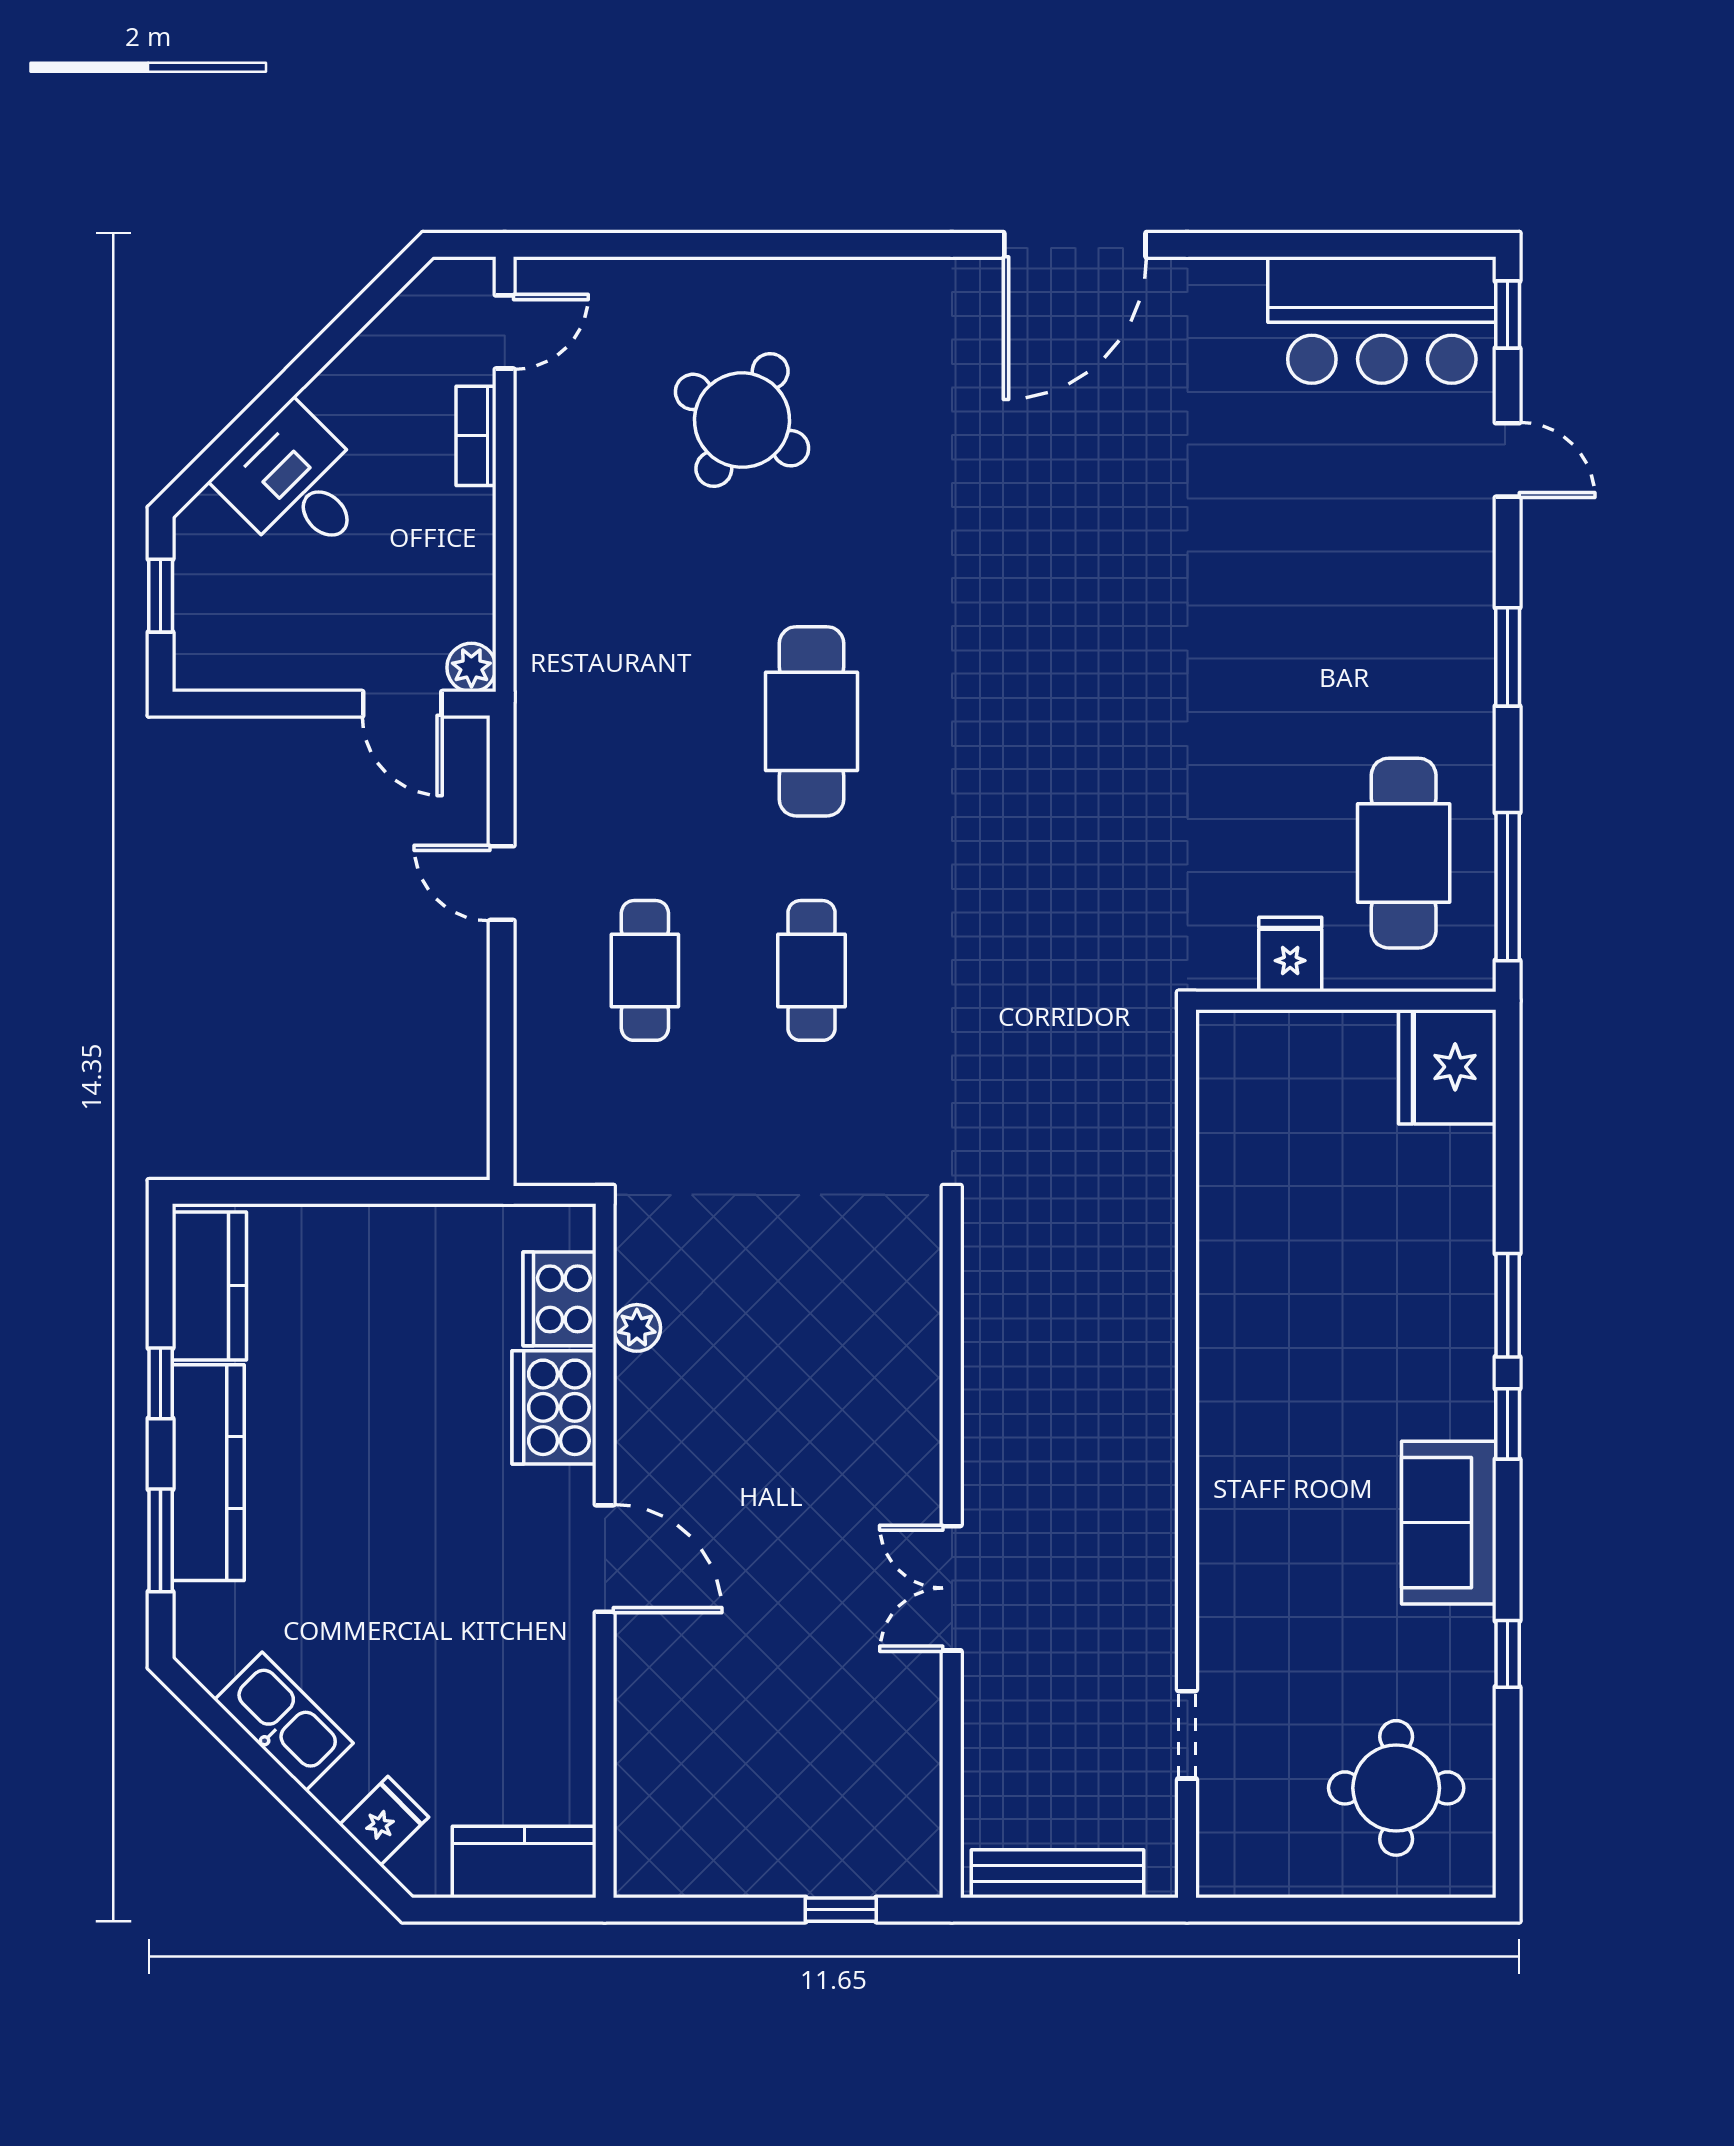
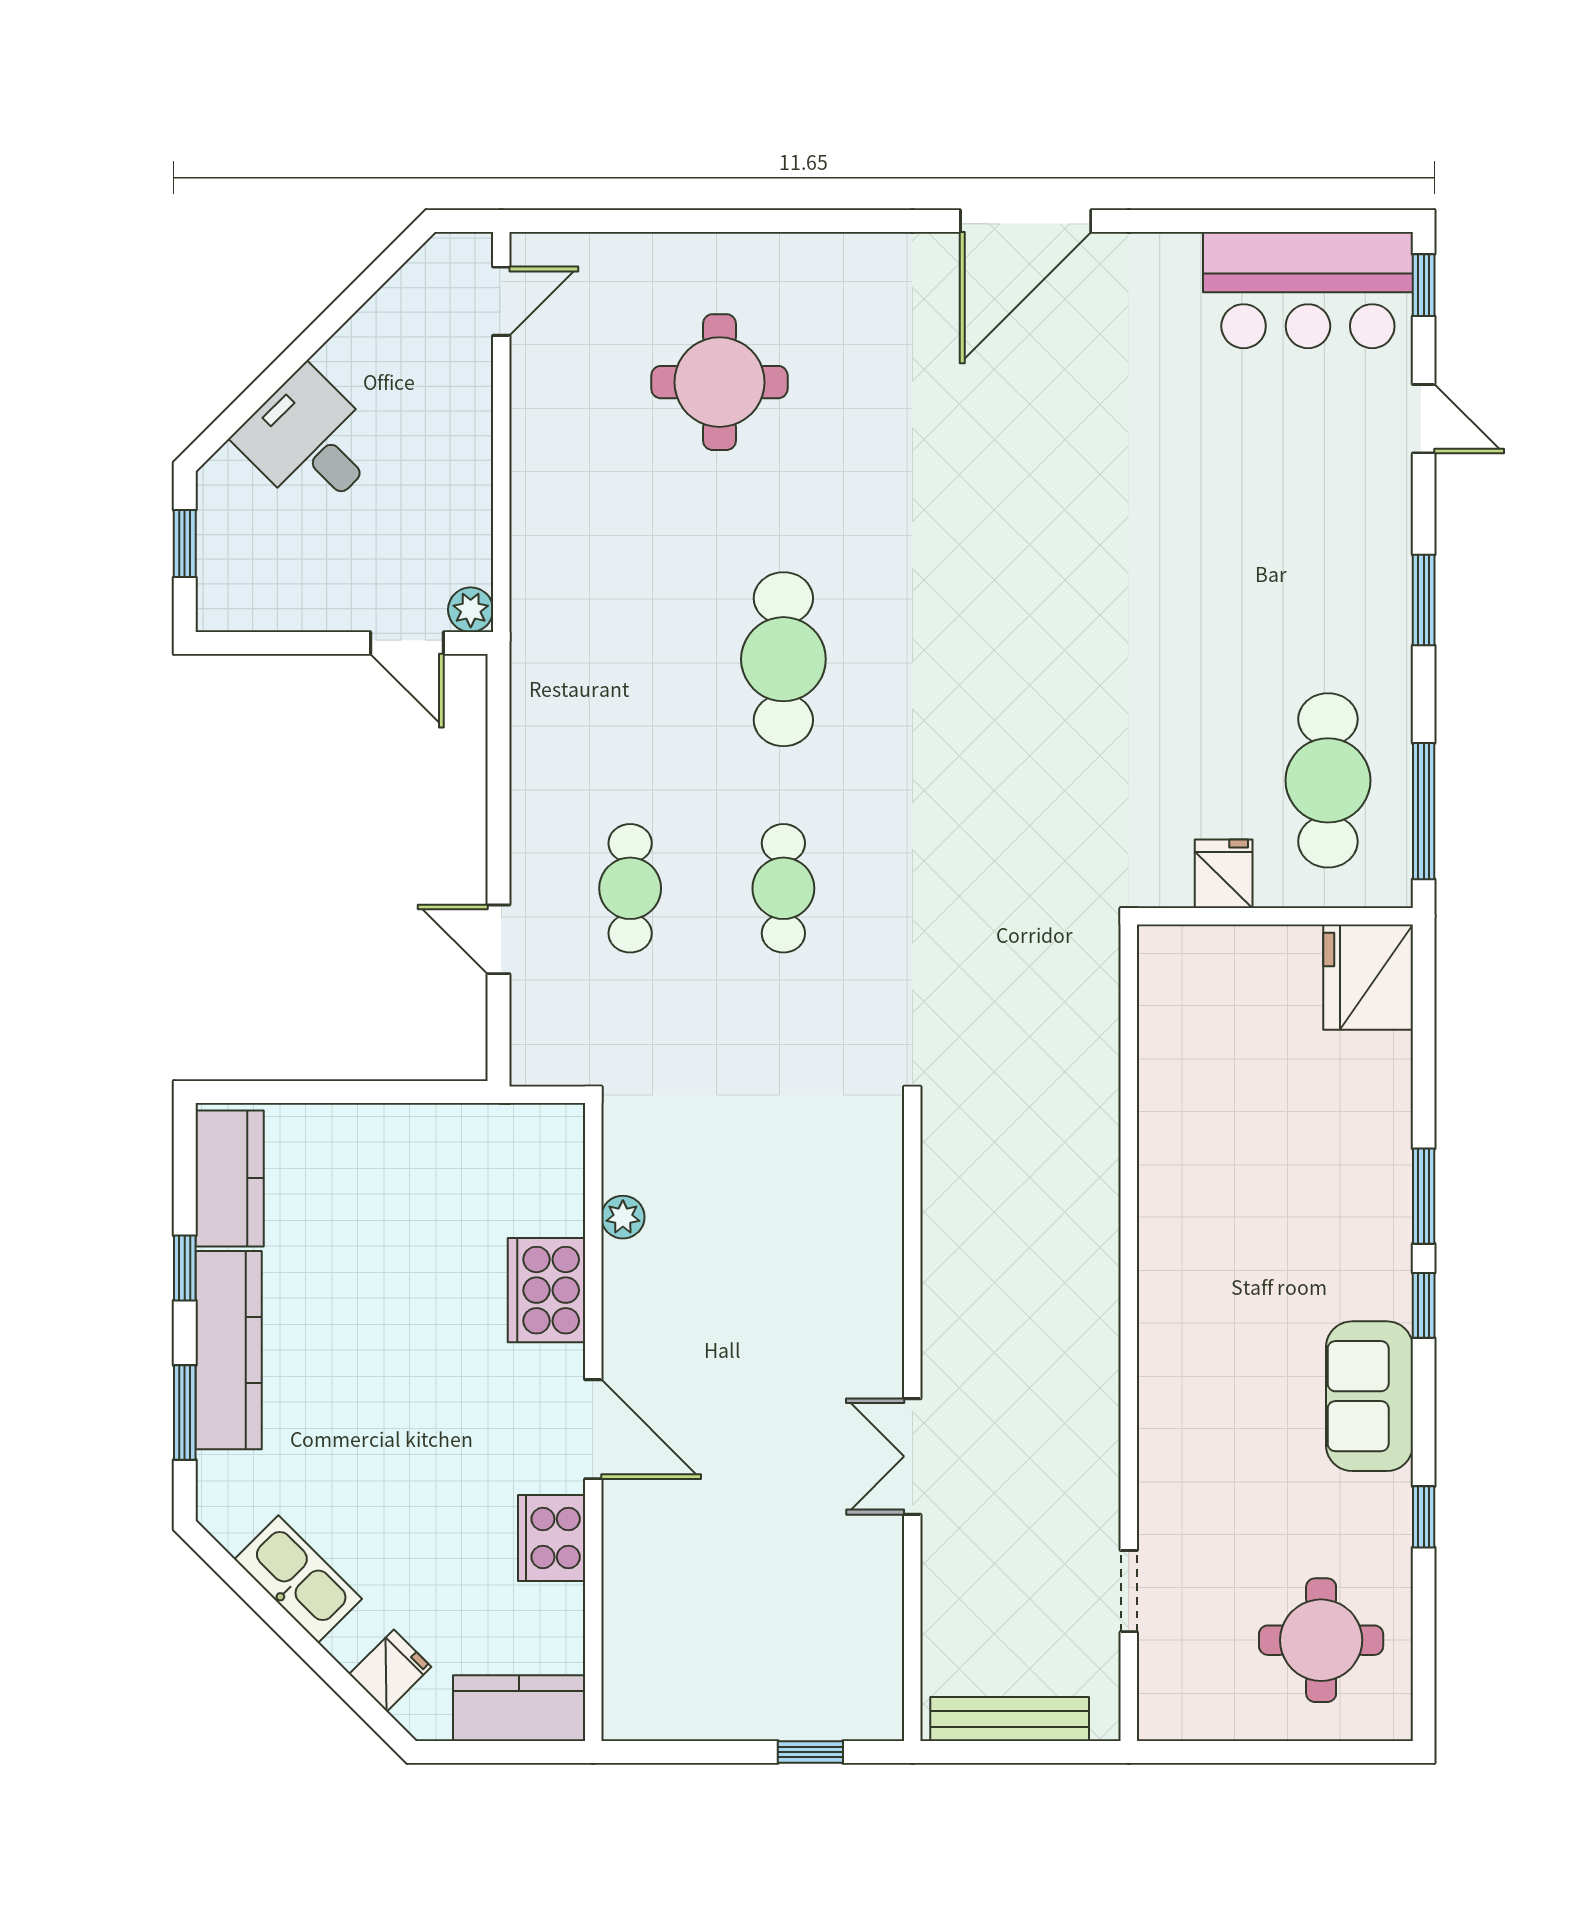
round table: (742, 420) -> (719, 382), turned -30
bookcase: (476, 436) -> (475, 397), removed
door: (502, 883) -> (498, 939), moved
cooker: (559, 1299) -> (552, 1538), moved

